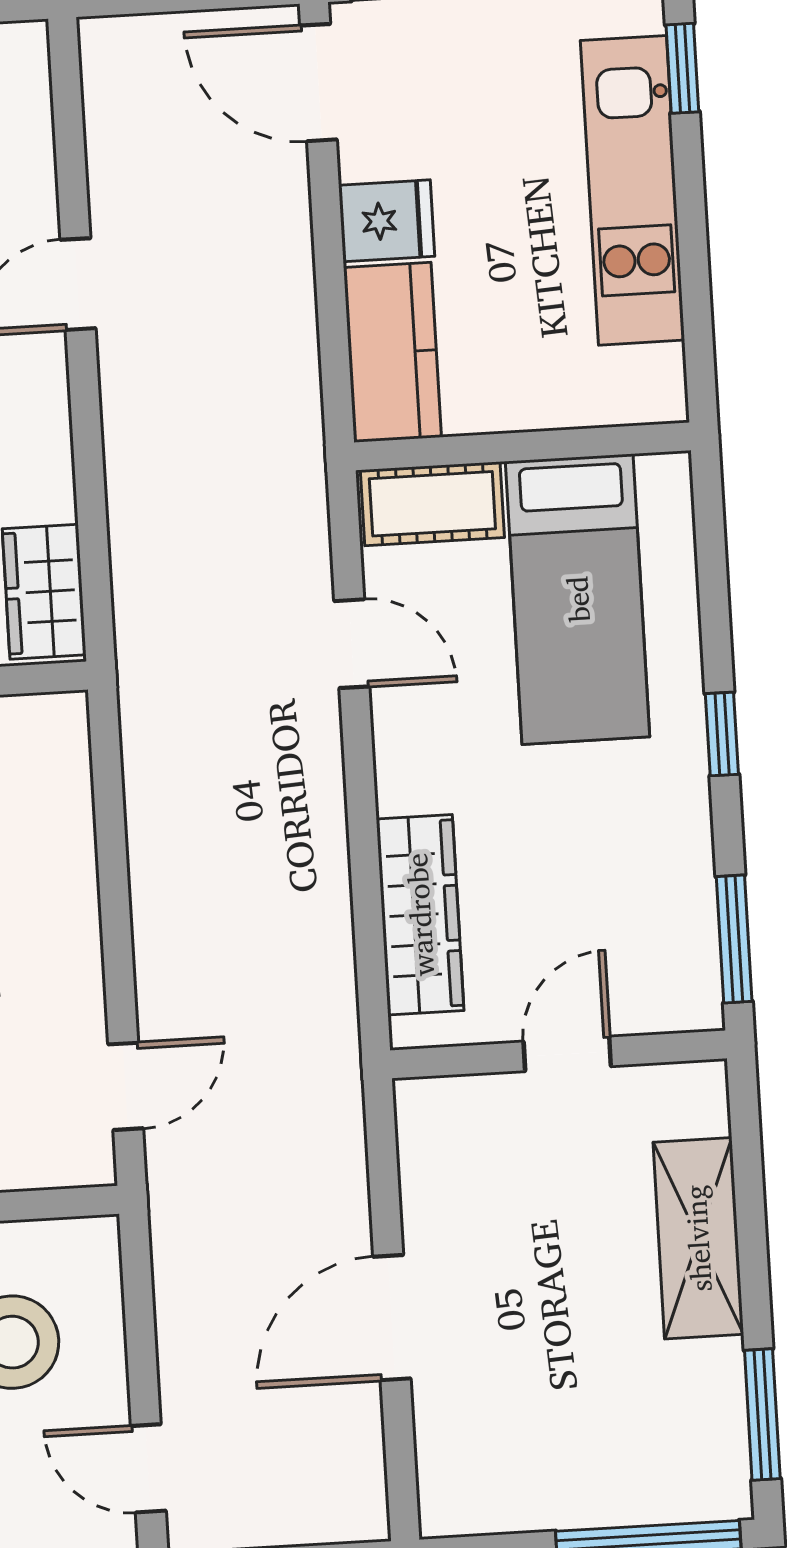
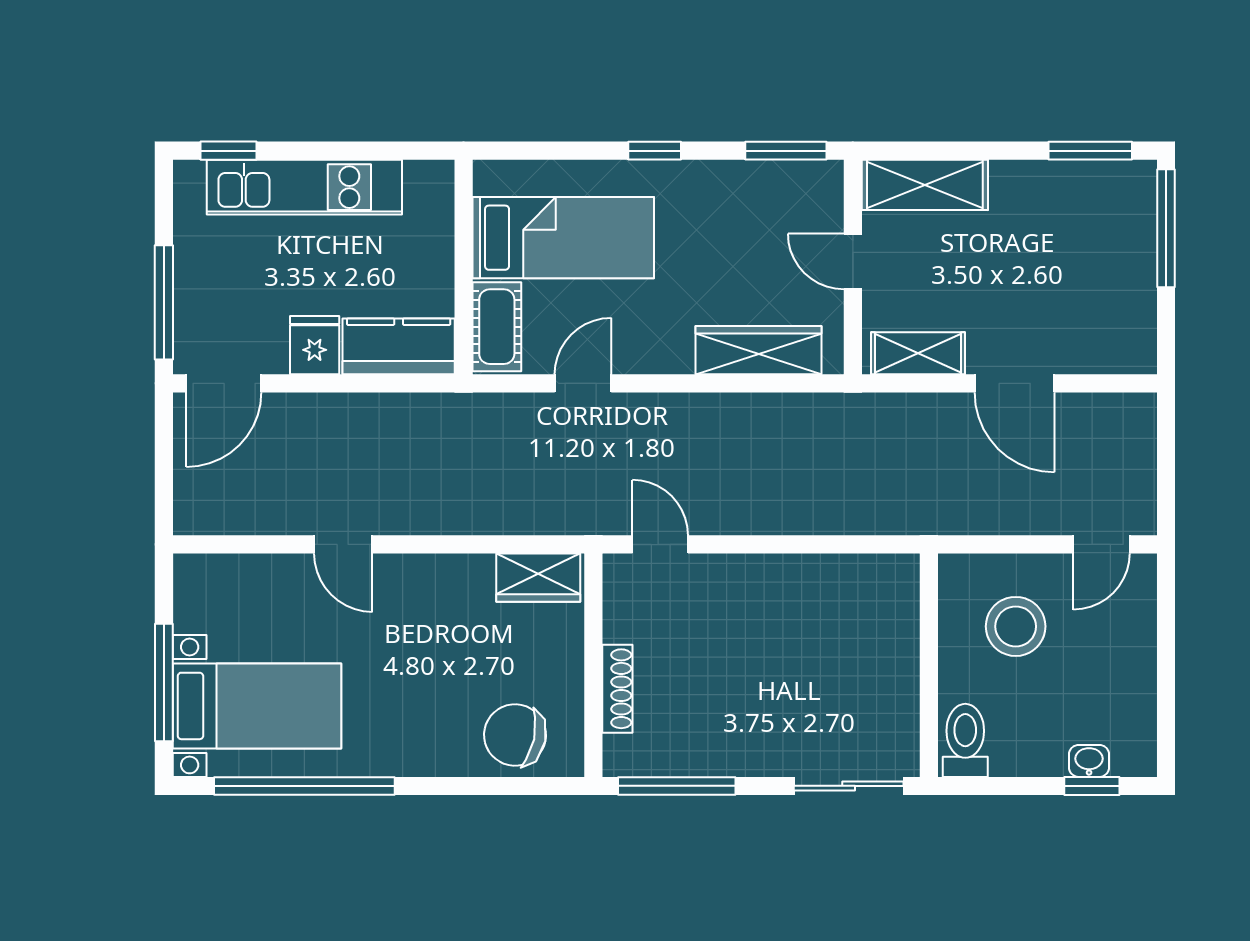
door: (126, 1086) -> (660, 544), moved
shelving: (430, 1164) -> (918, 353), added
shelving: (698, 1238) -> (925, 185), moved

